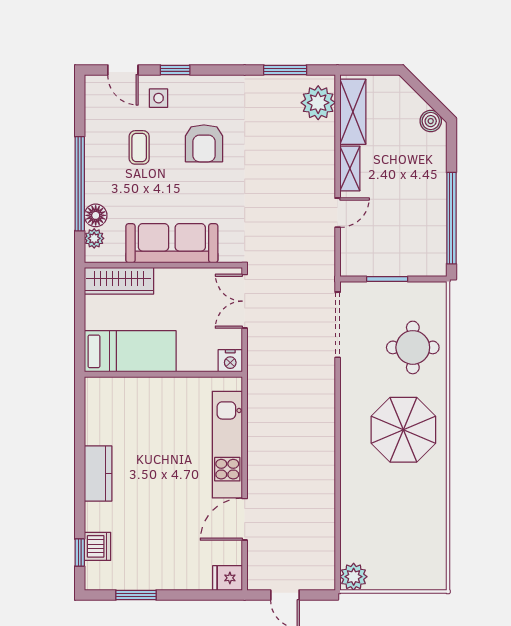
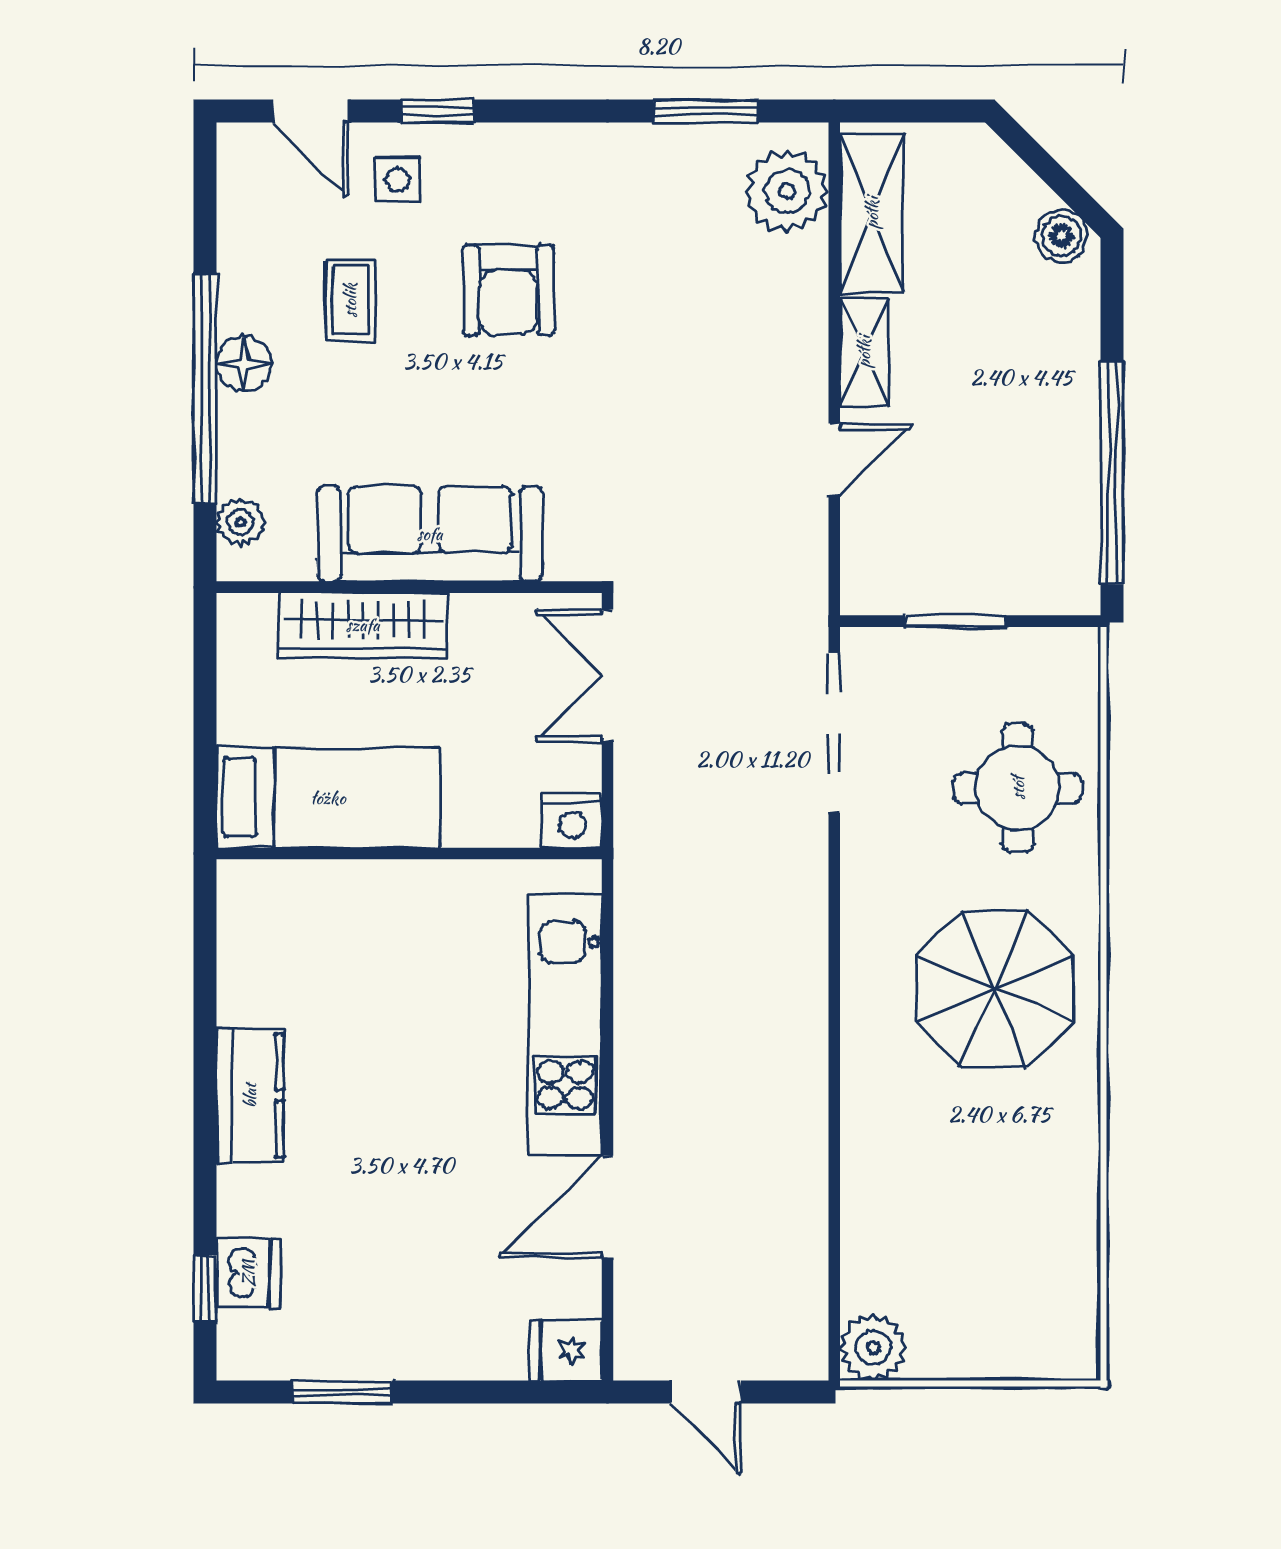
floor lamp: (96, 215) -> (244, 364), moved
wardrobe: (119, 281) -> (363, 625), moved

